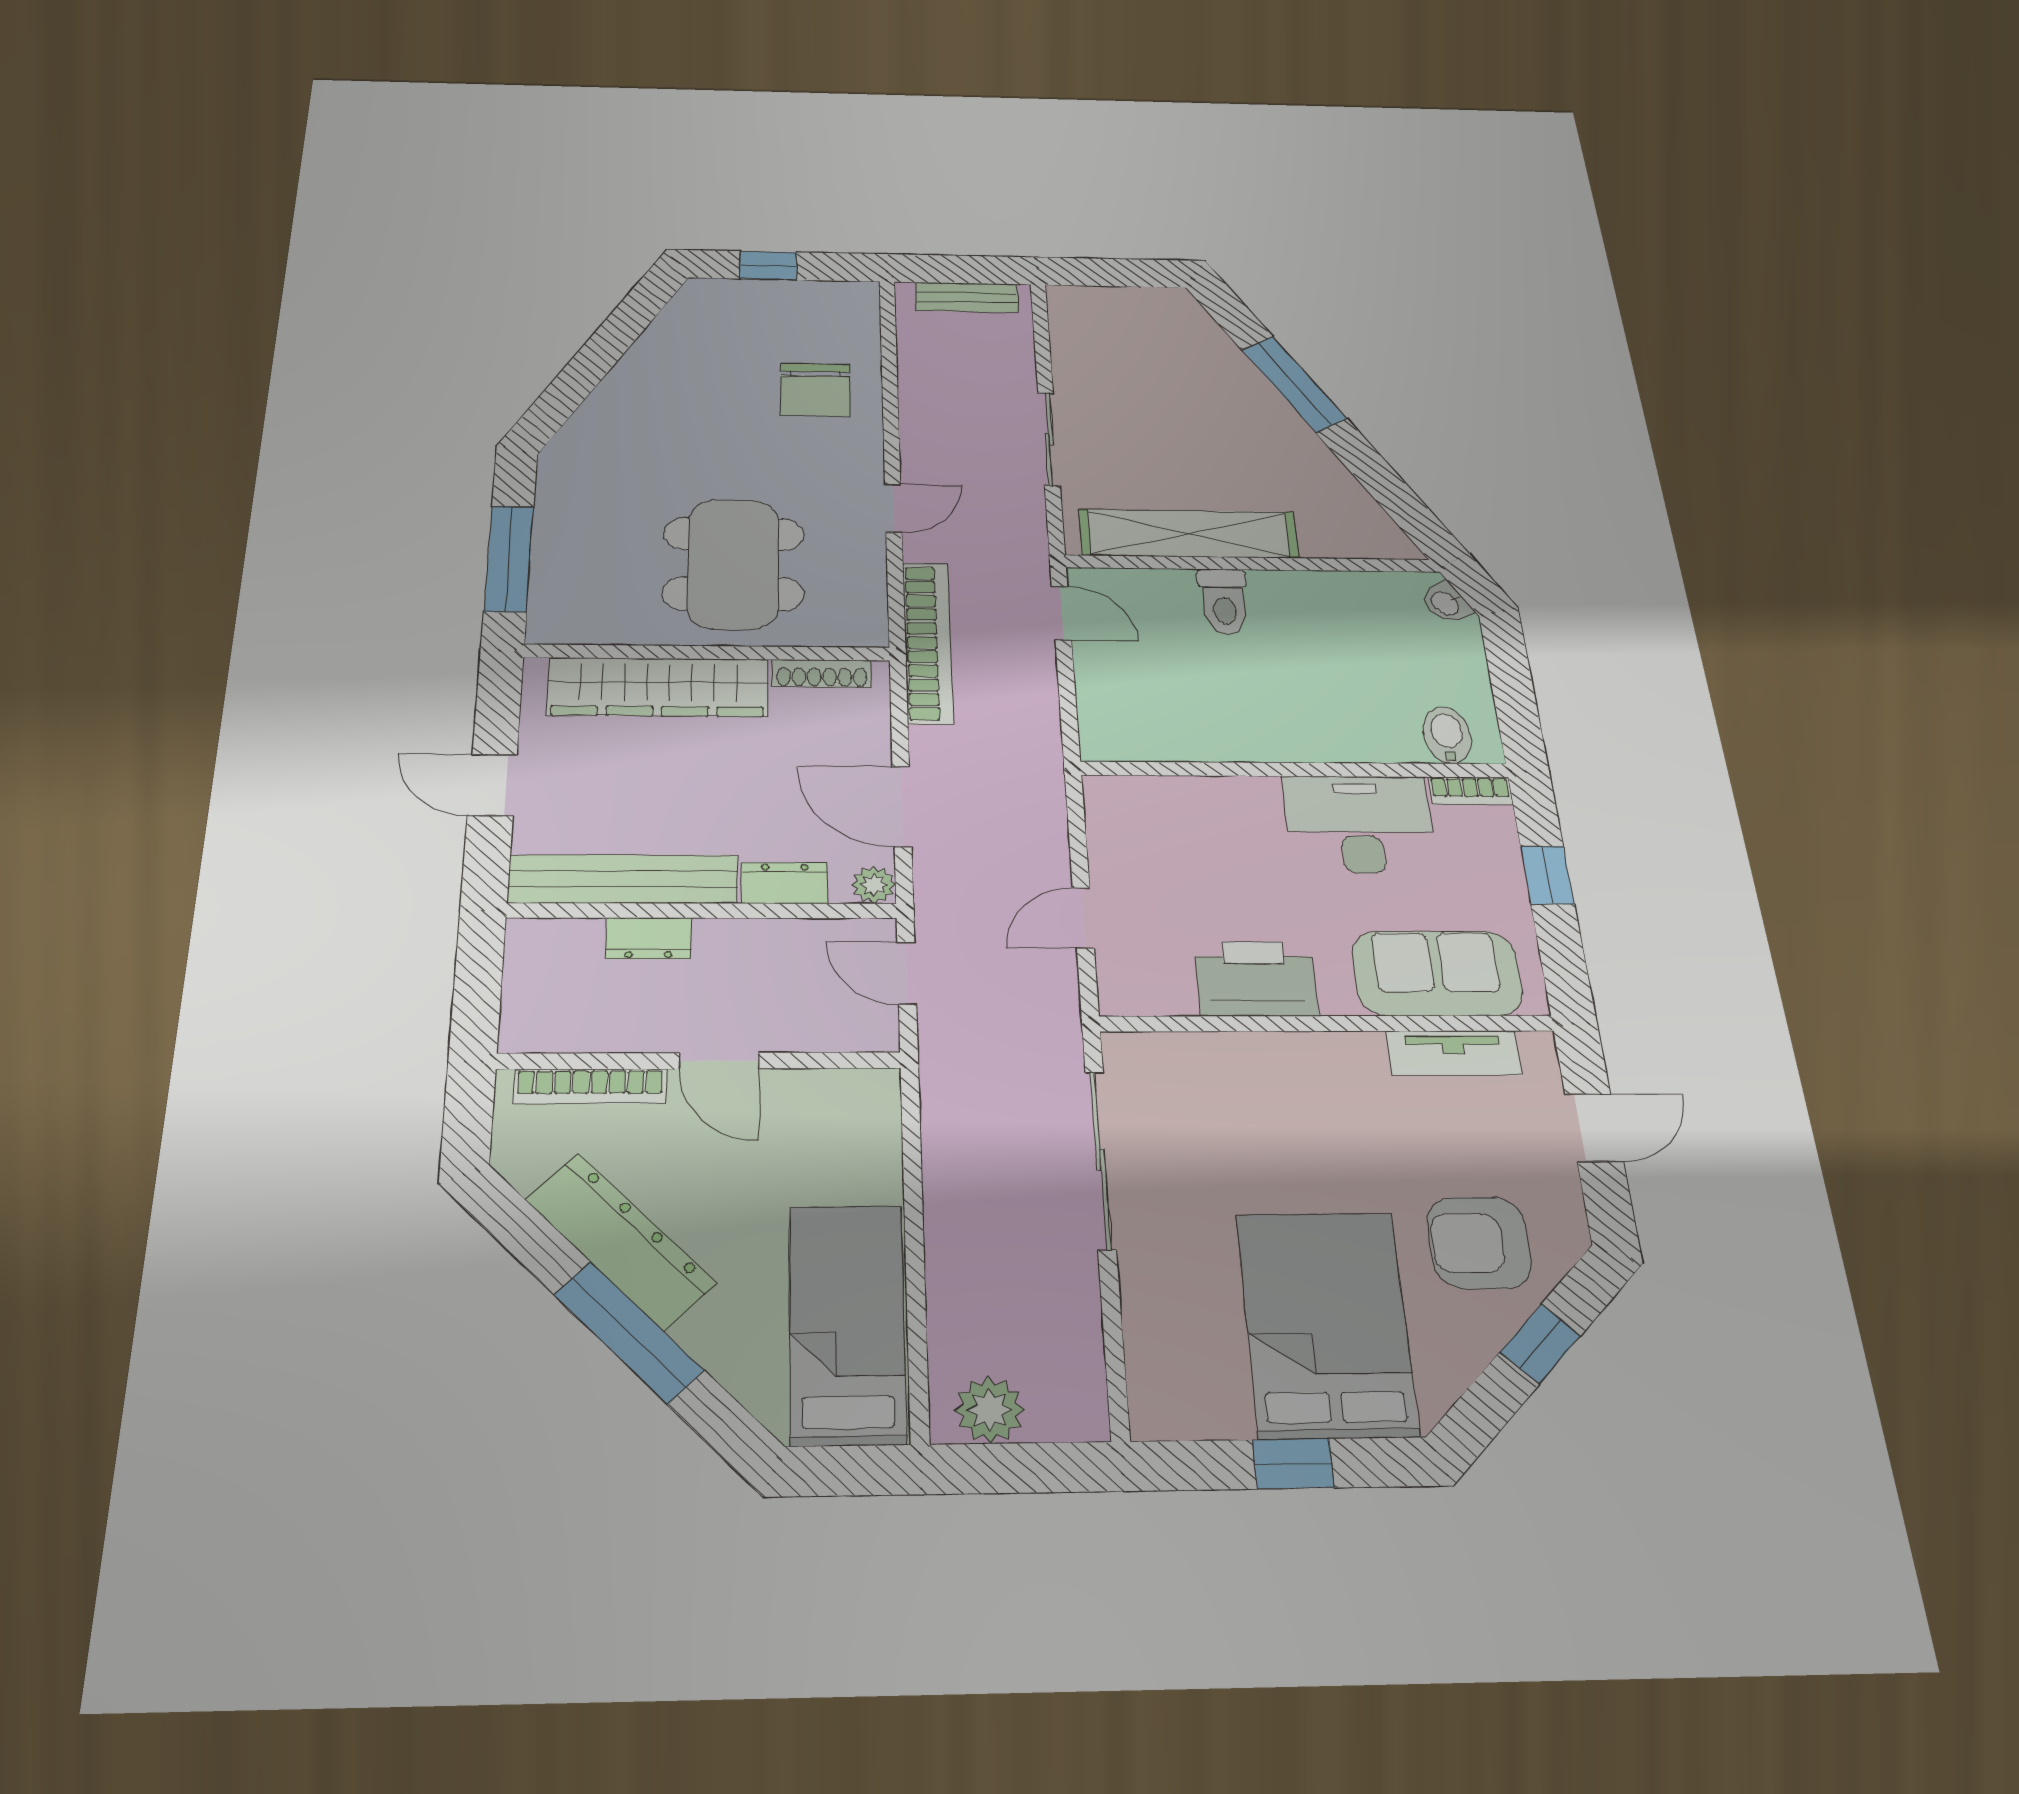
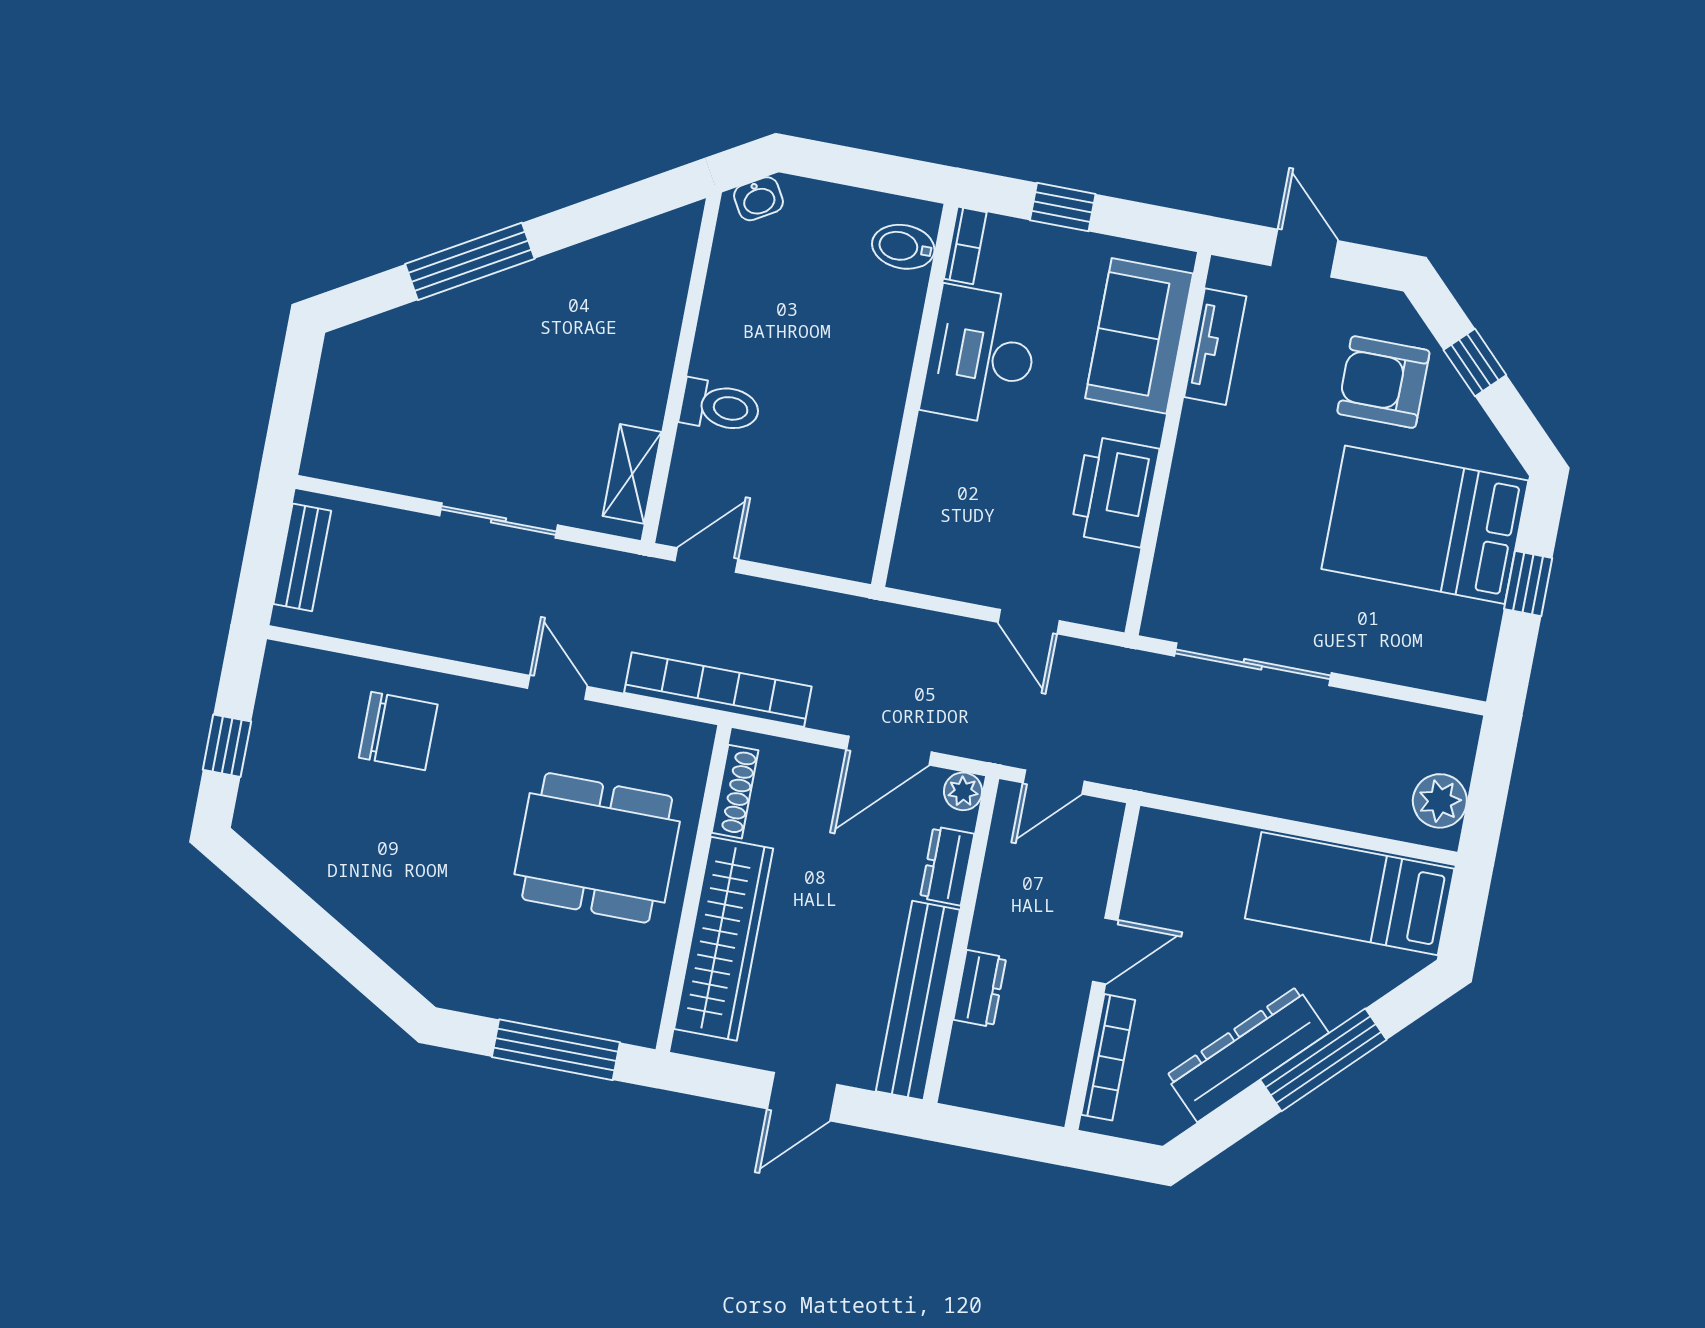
shelving: (1189, 534) -> (632, 474), width x0.45, depth x0.75
armchair: (1479, 1243) -> (1383, 382), turned 90

